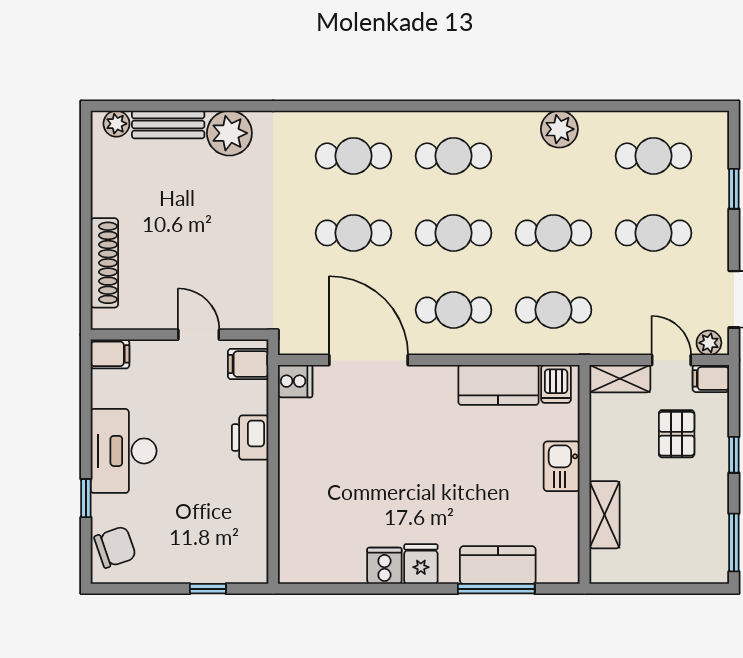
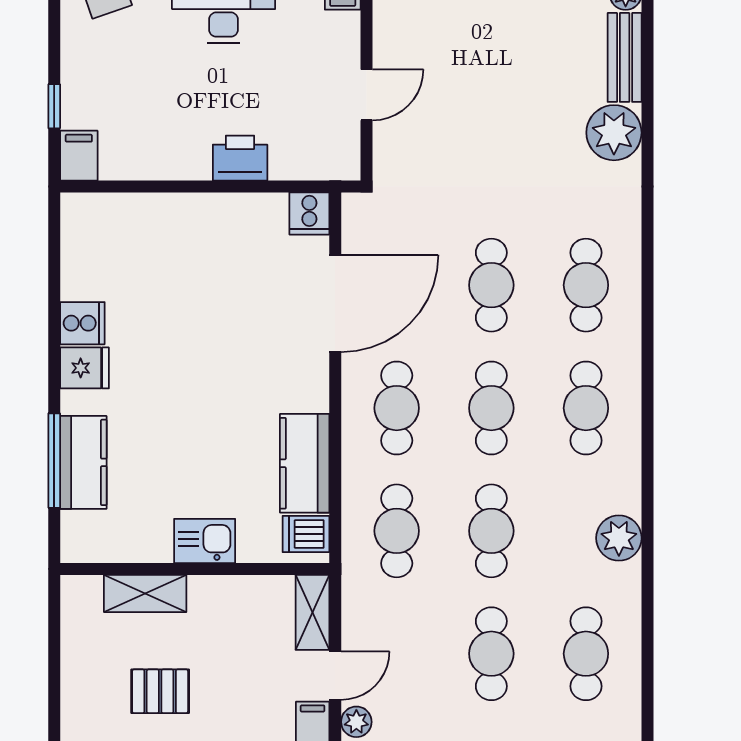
filing cabinet: (248, 364) -> (79, 156), moved
pallet: (677, 434) -> (160, 691), moved

